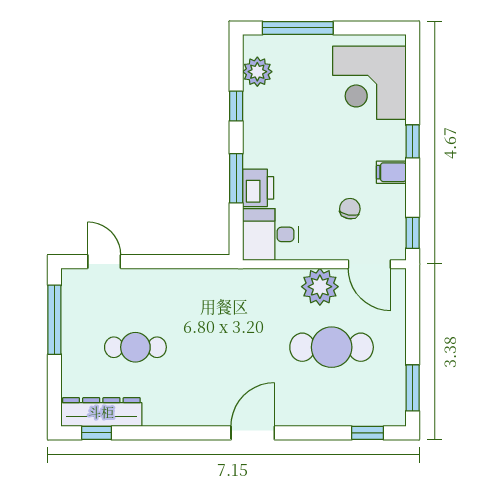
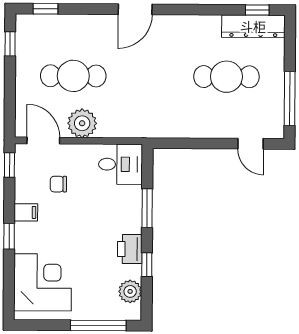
printer: (258, 188) -> (130, 249), moved
chair: (350, 209) -> (58, 184), turned 80
cafe table: (135, 347) -> (226, 77), width x1.37, depth x1.35
window: (413, 388) -> (10, 44), width x0.67

